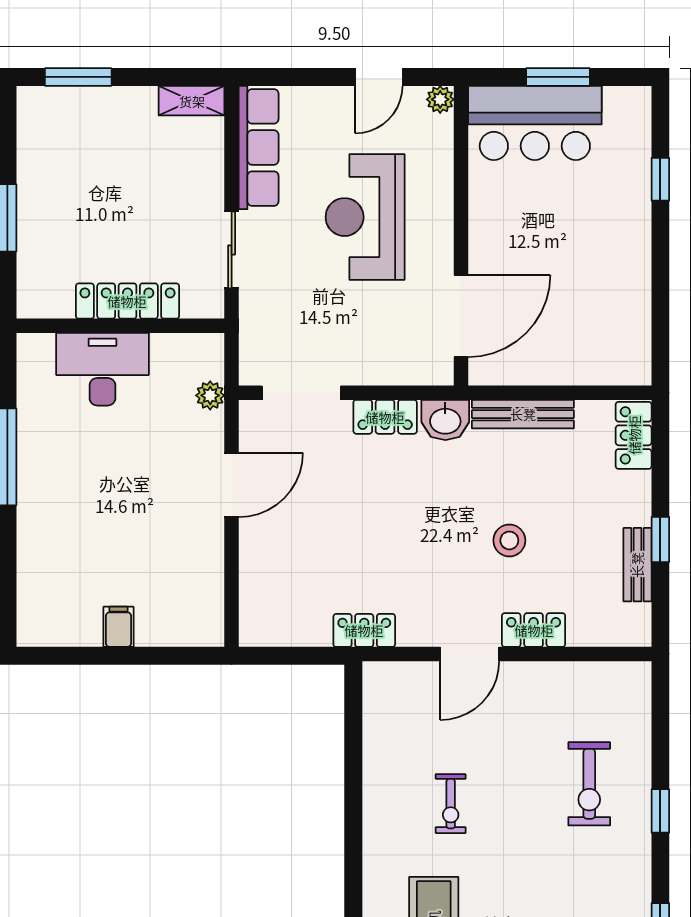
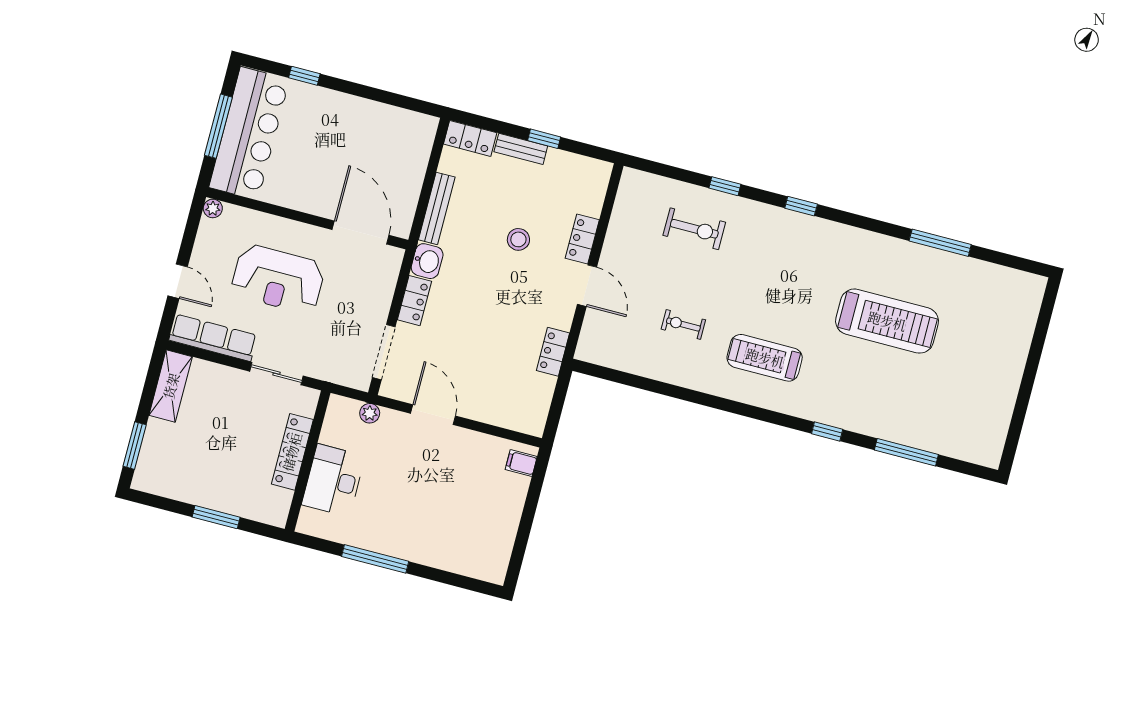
door: (379, 77) -> (178, 281), moved
window: (558, 77) -> (218, 126), width x1.44
shelving: (192, 101) -> (171, 386), width x1.50, depth x1.33
bar counter: (535, 123) -> (249, 133), width x1.36
bench: (637, 565) -> (521, 149), moved
filing cabinet: (118, 627) -> (521, 463), moved
exercise bike: (451, 804) -> (683, 324), turned 180

